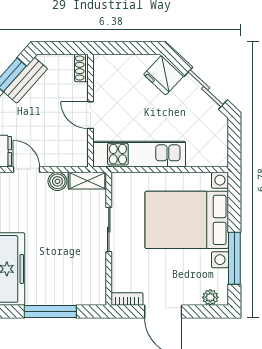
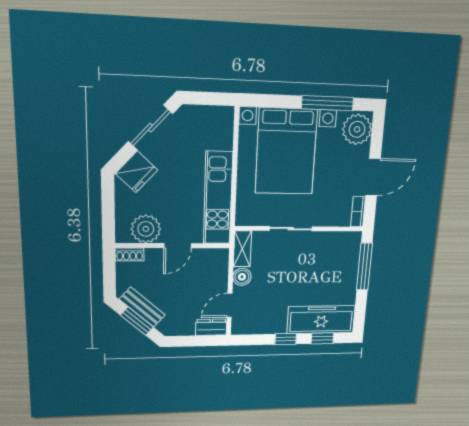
plant: (107, 84) -> (146, 229), added
plant: (210, 297) -> (357, 129), width x1.88, depth x1.88
window: (50, 311) -> (364, 267), moved

